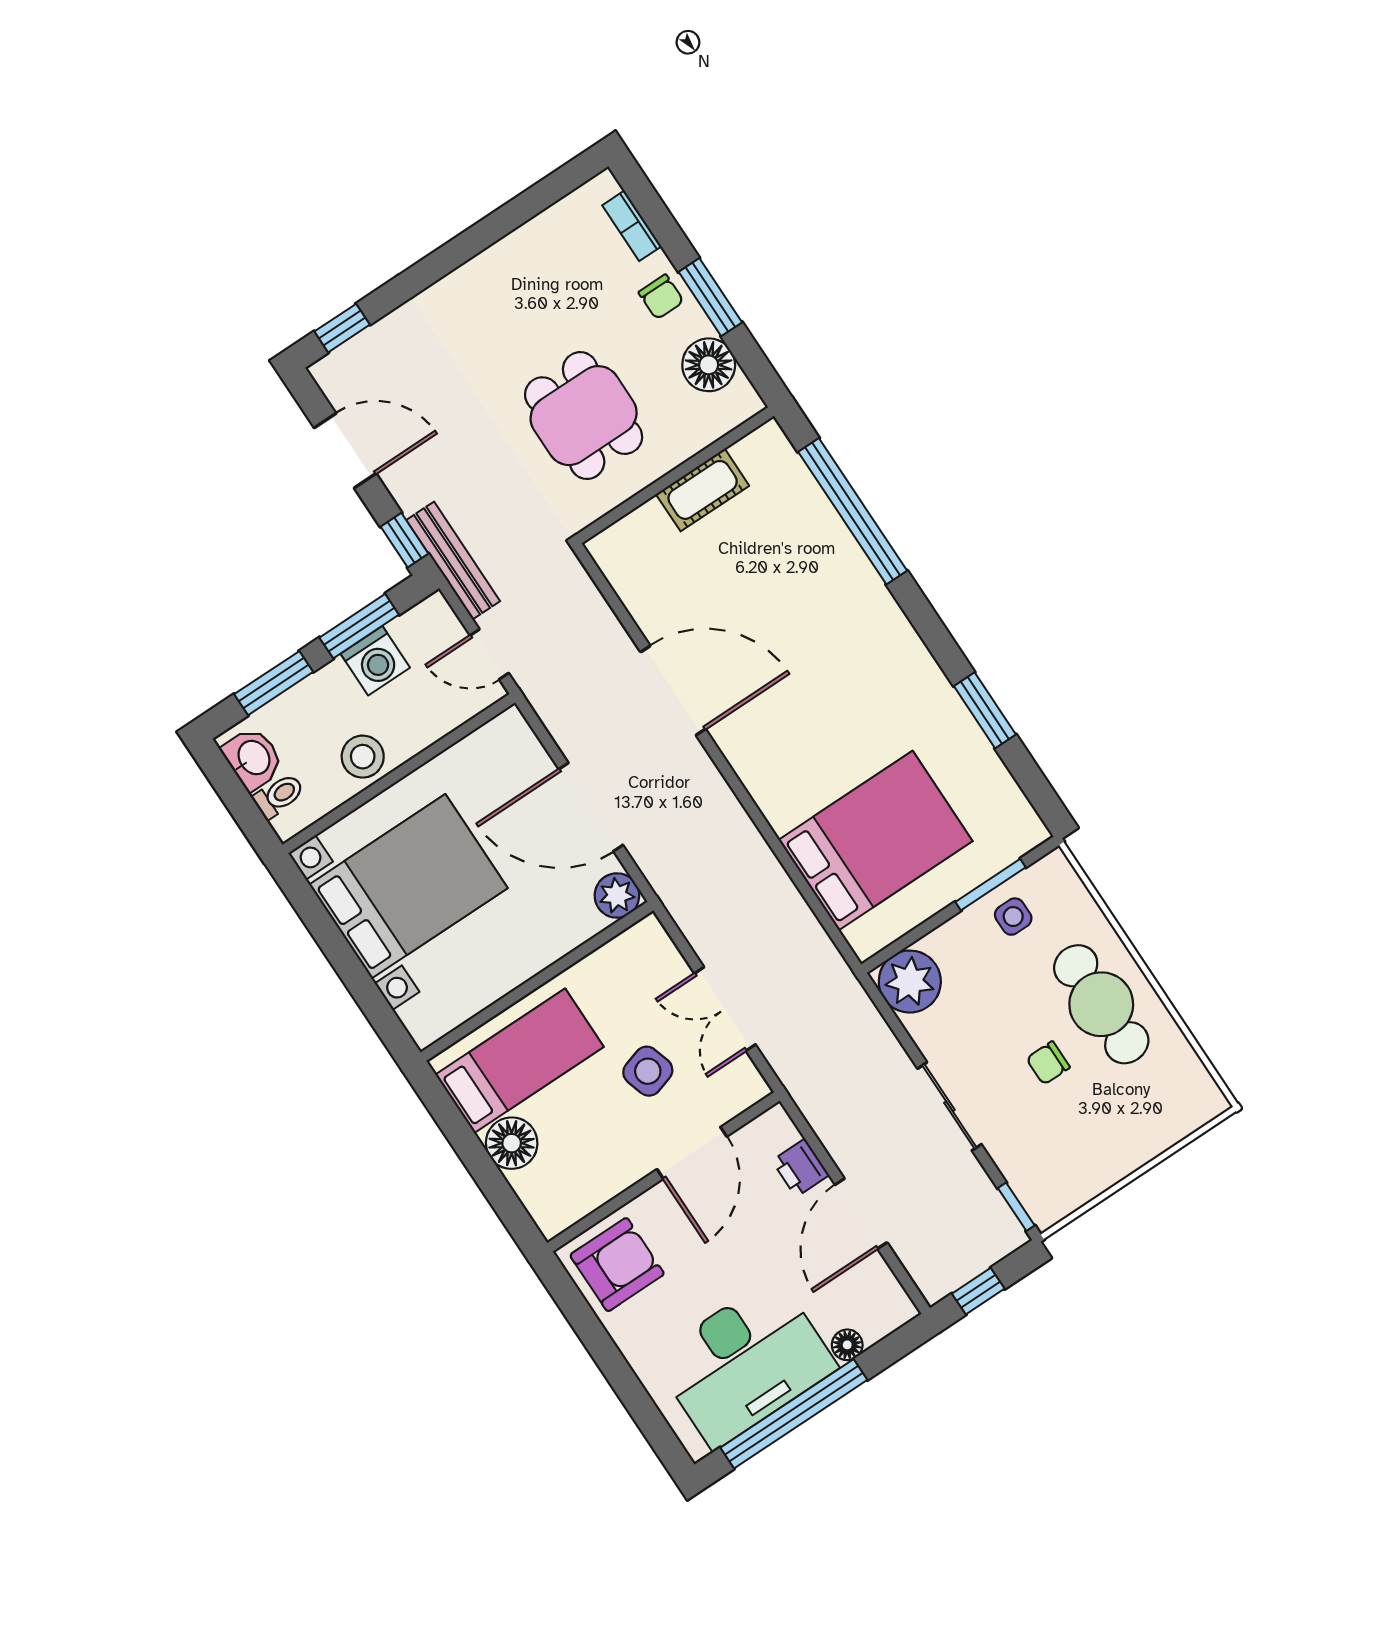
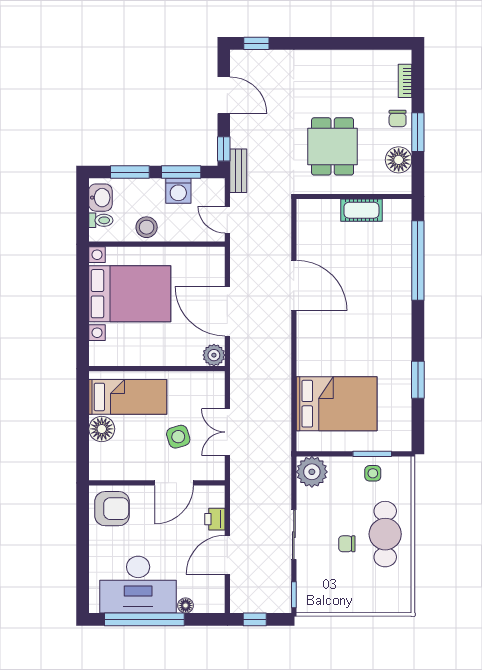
bench: (453, 561) -> (238, 171), width x0.73

